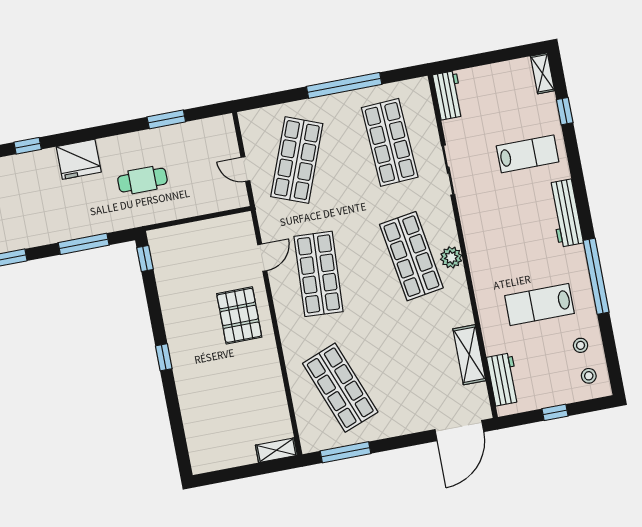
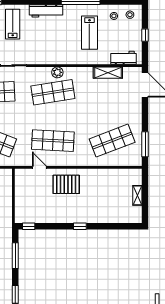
shelving: (276, 450) -> (137, 195), moved

